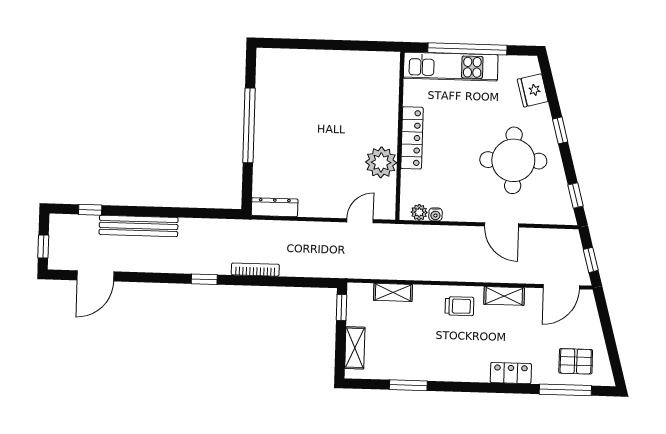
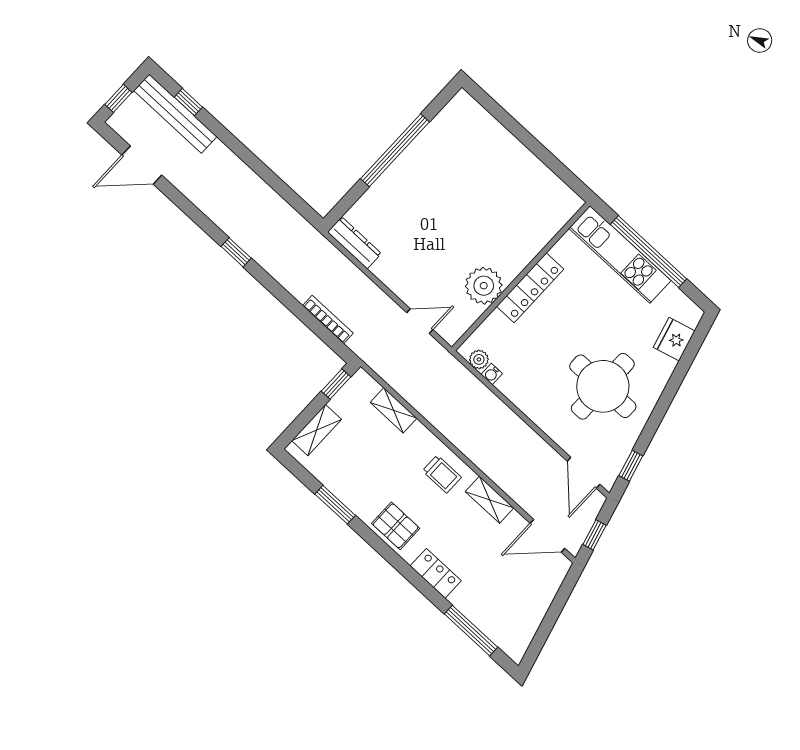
window: (560, 130) -> (668, 396), removed
door: (501, 225) -> (584, 473), moved
bench: (139, 226) -> (175, 114), moved
bookcase: (255, 270) -> (328, 319), moved
pallet: (576, 361) -> (396, 526), moved

